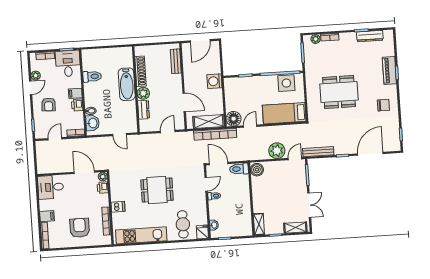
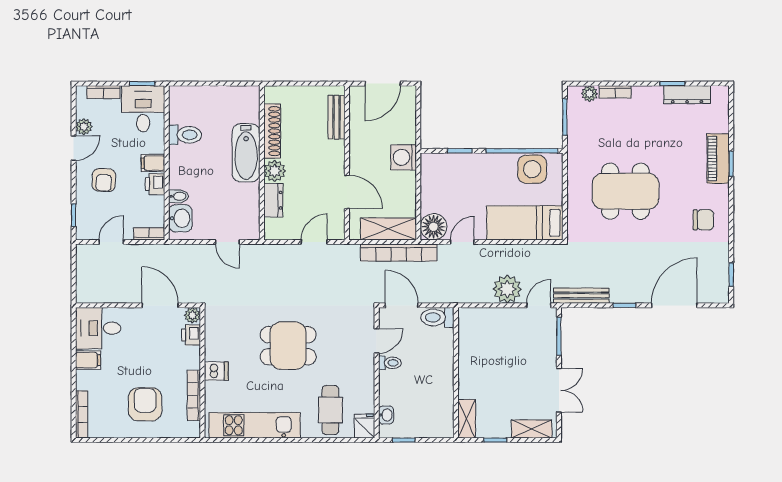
boiler: (257, 170) -> (469, 321), removed
filing cabinet: (47, 216) -> (88, 360), moved

